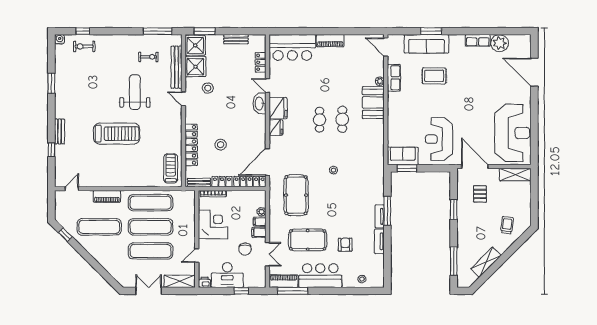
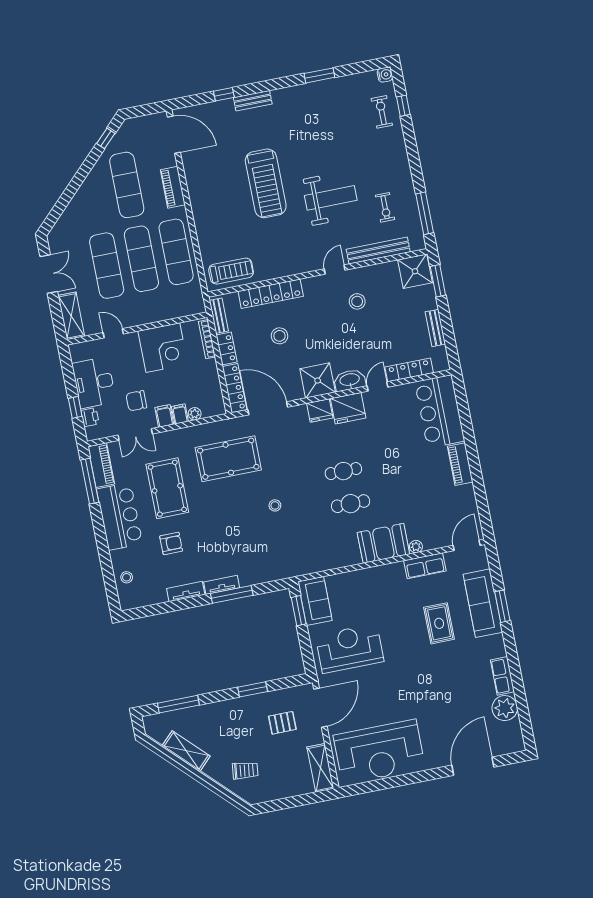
locker: (261, 62) -> (409, 370), width x1.53
shower: (195, 67) -> (318, 380), moved
door: (72, 189) -> (174, 135), width x1.87
printer: (205, 282) -> (90, 417), moved

